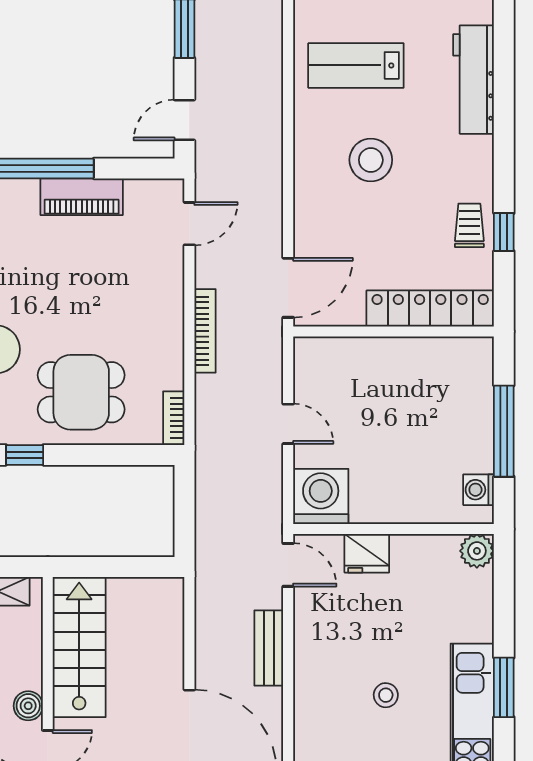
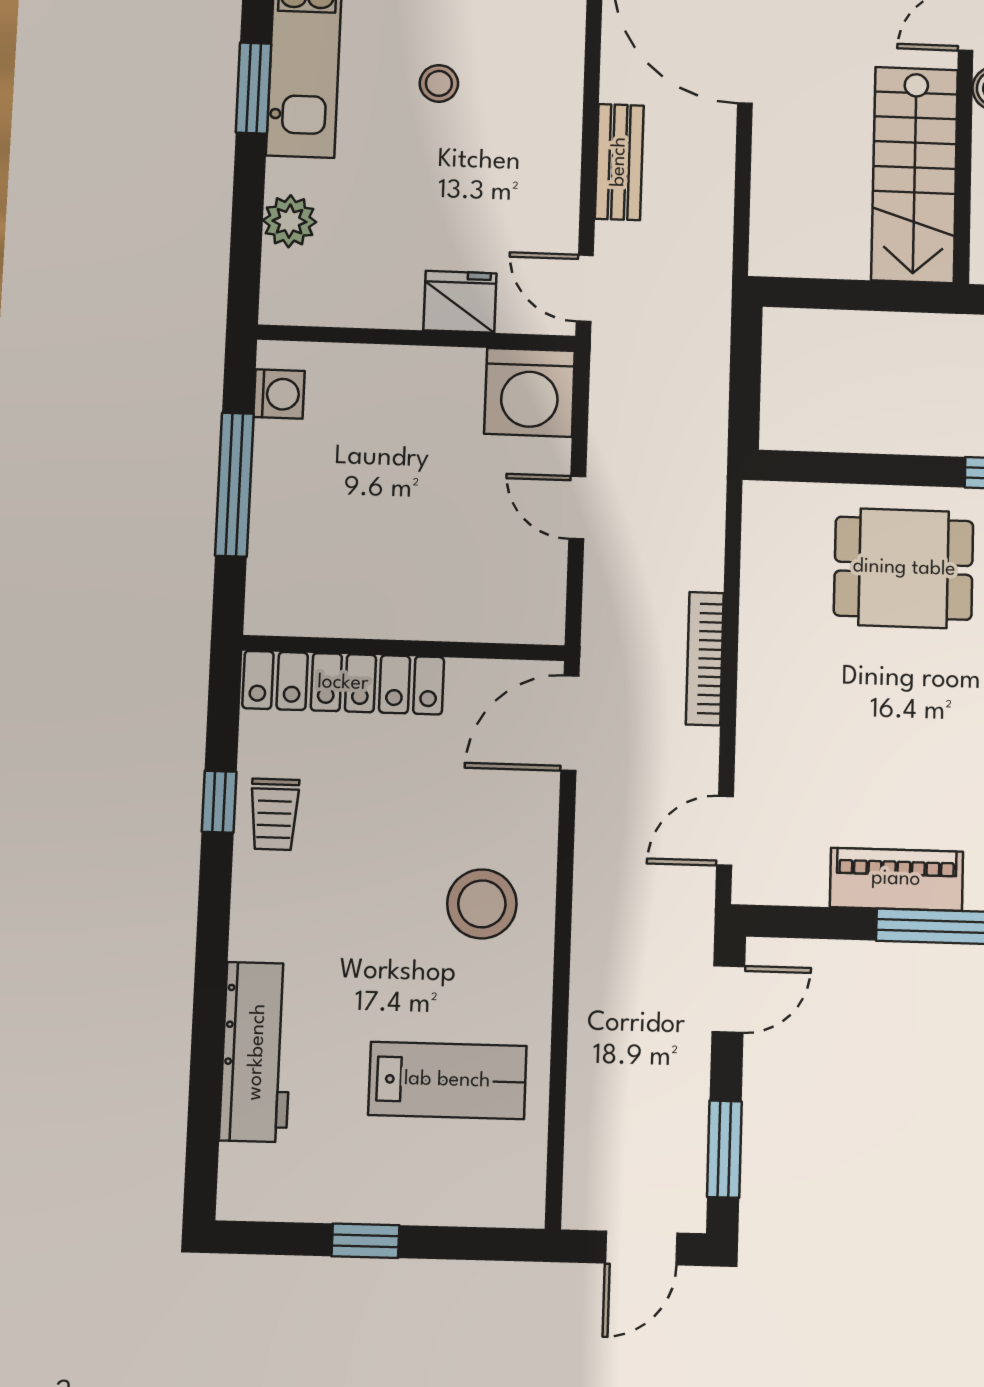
stool: (371, 160) -> (482, 904), moved
bookcase: (174, 418) -> (758, 523), removed
plant: (477, 551) -> (290, 221), moved

